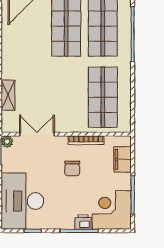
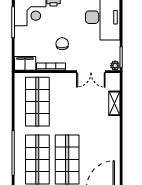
filing cabinet: (123, 159) -> (25, 63), moved, turned -90

